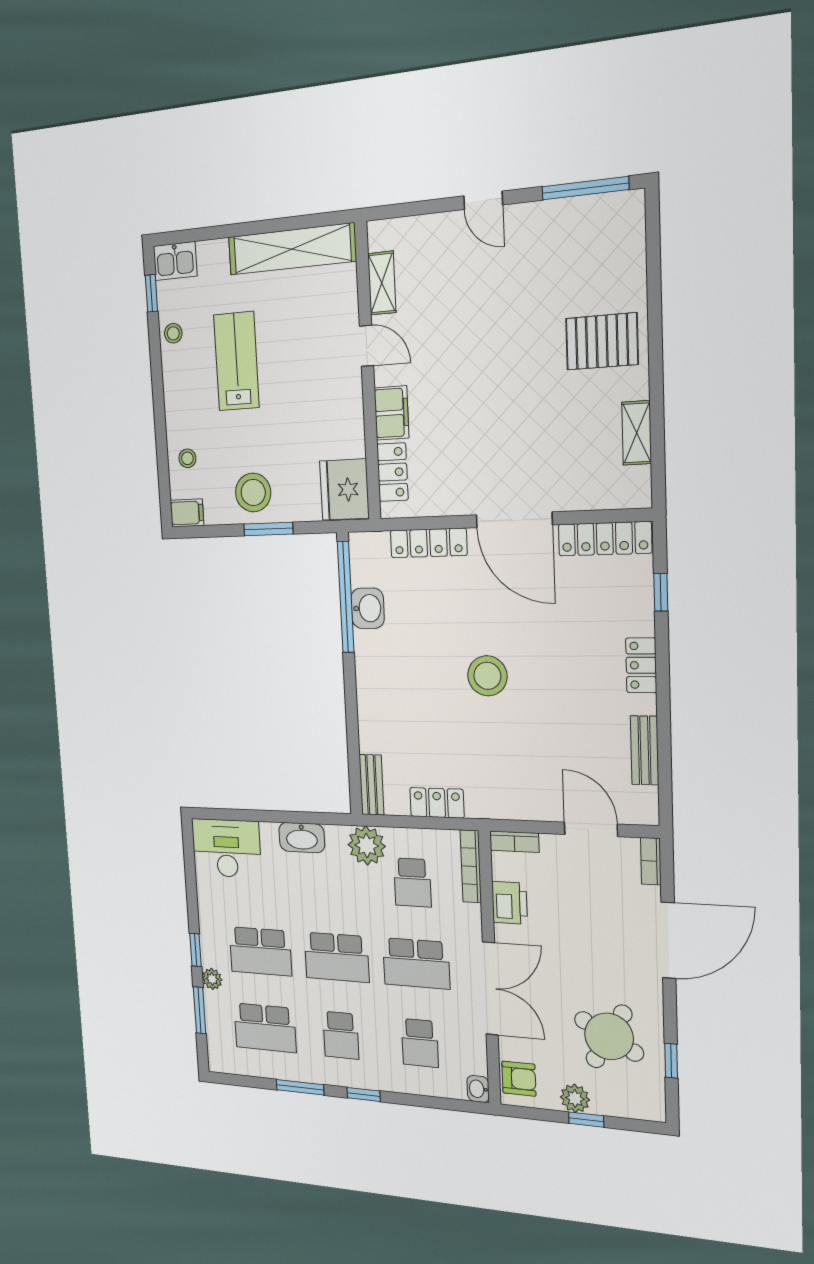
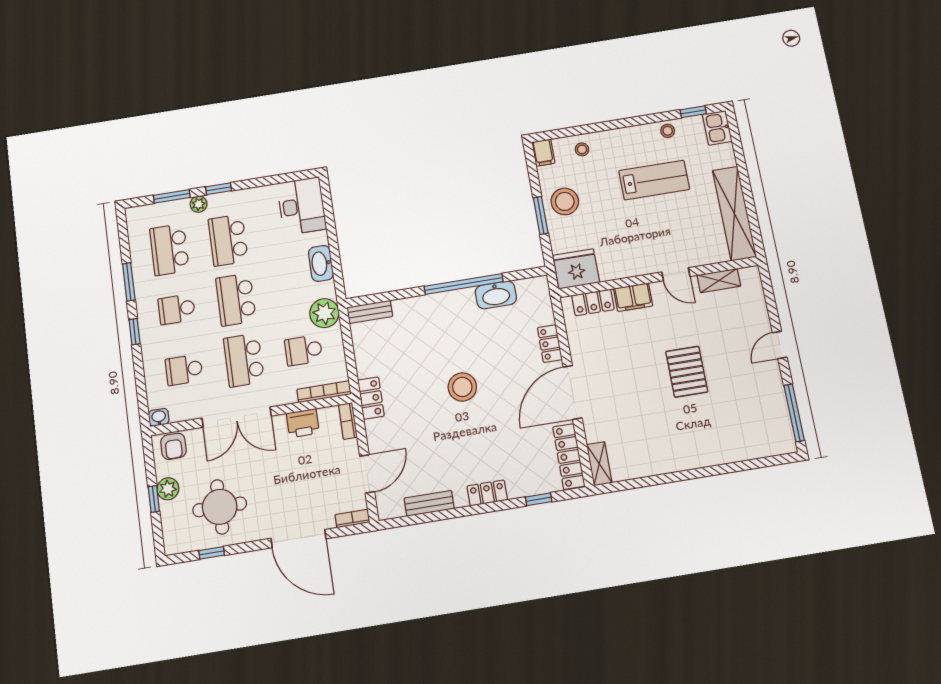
pallet: (602, 341) -> (687, 372), moved
door: (366, 346) -> (676, 274), hinge flipped
shelving: (637, 433) -> (599, 464), moved, turned 90
locker: (429, 543) -> (550, 344), width x0.66
window: (346, 597) -> (464, 284), moved
washbasin: (368, 608) -> (496, 295), width x1.38
locker: (437, 803) -> (371, 398), moved
round table: (609, 1036) -> (220, 507), turned -30

